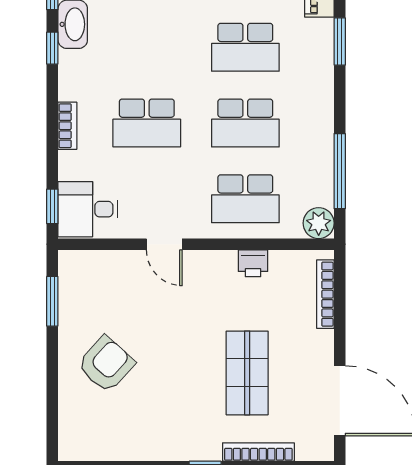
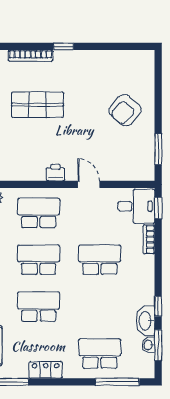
bookcase: (67, 126) -> (149, 239), moved
printer: (253, 263) -> (56, 173), moved
shop shelf: (247, 373) -> (38, 105), turned 90

